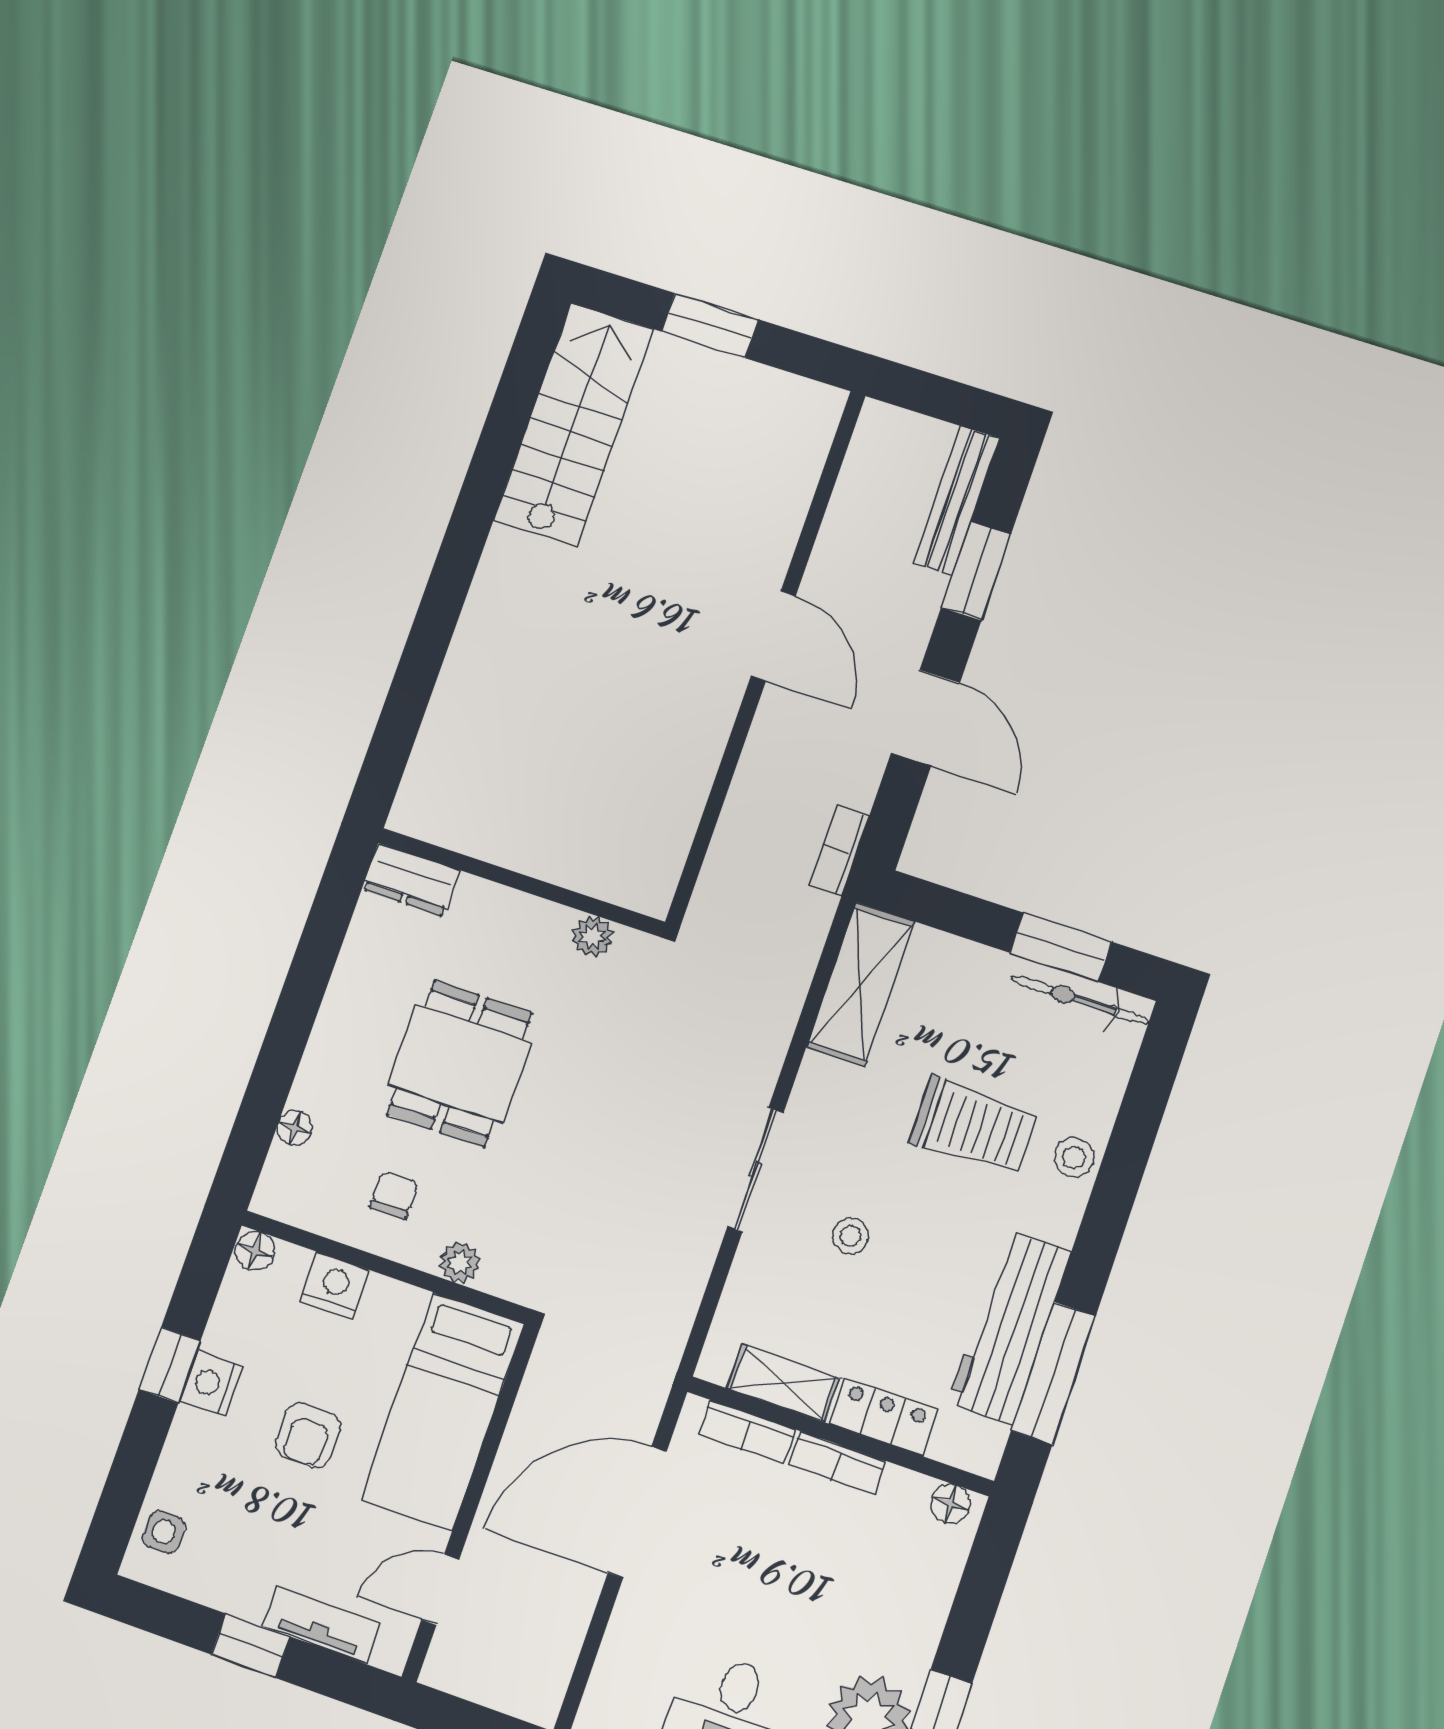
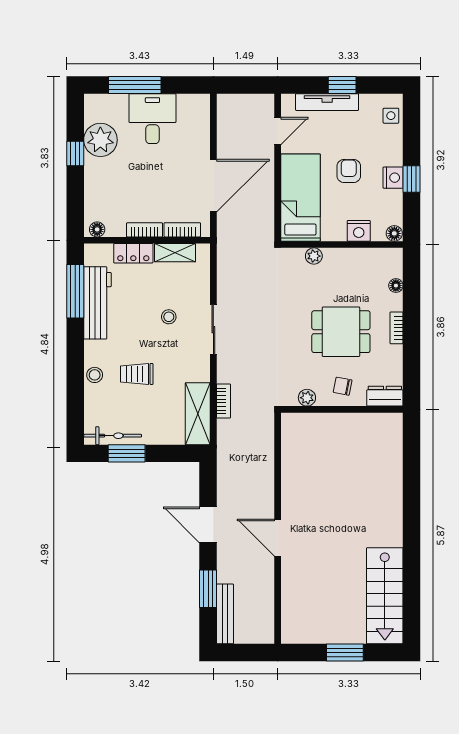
bookcase: (839, 851) -> (223, 401), moved
bookcase: (328, 1029) -> (397, 328), added
dining table: (459, 1064) -> (341, 332), turned 90
trolley: (973, 1126) -> (137, 374), width x0.73, depth x0.72
chair: (394, 1195) -> (343, 386), moved, turned 101
tv unit: (322, 1625) -> (327, 102), width x1.41

